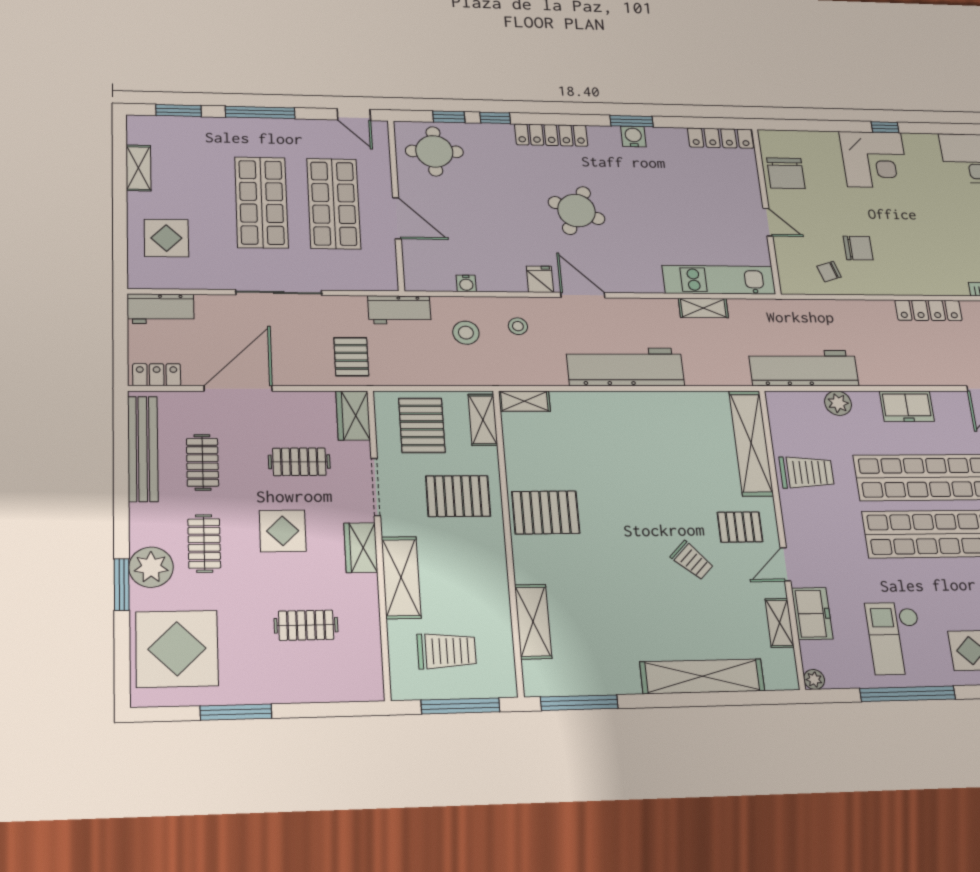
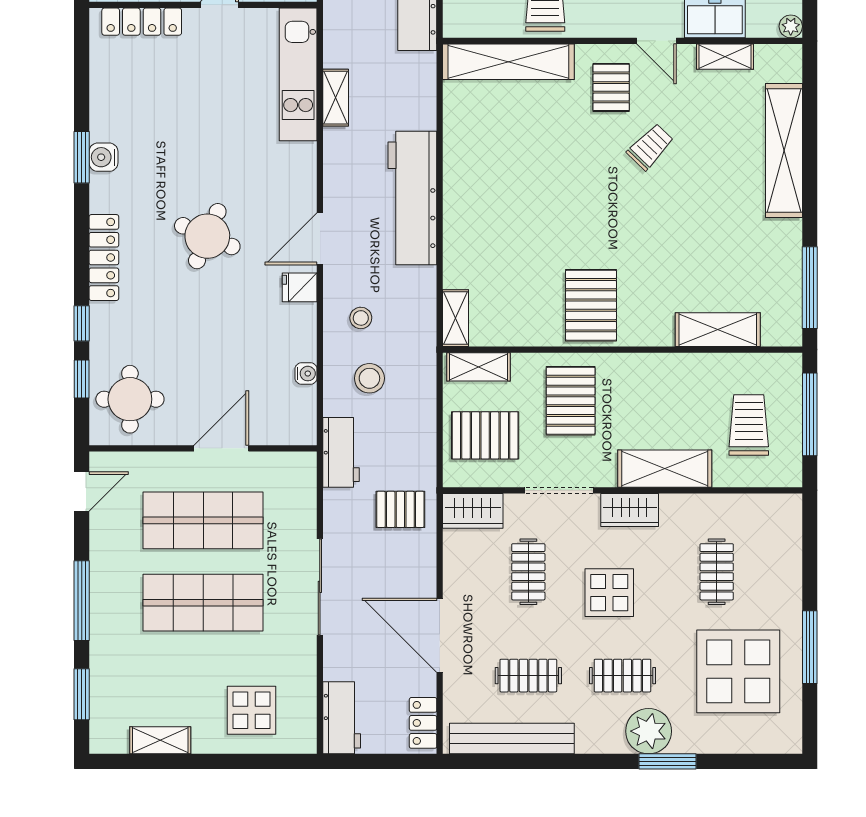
locker: (721, 138) -> (142, 22), moved, turned 90
display table: (177, 649) -> (738, 671), moved

